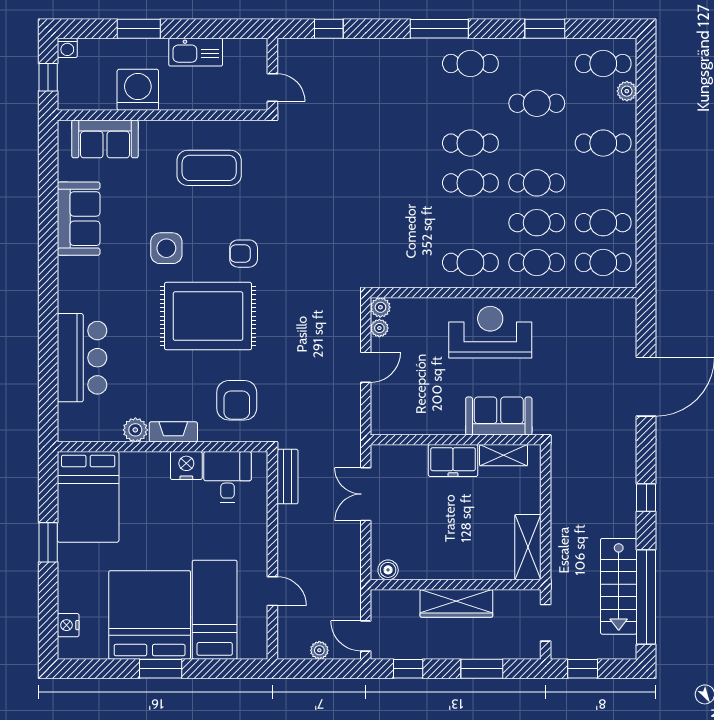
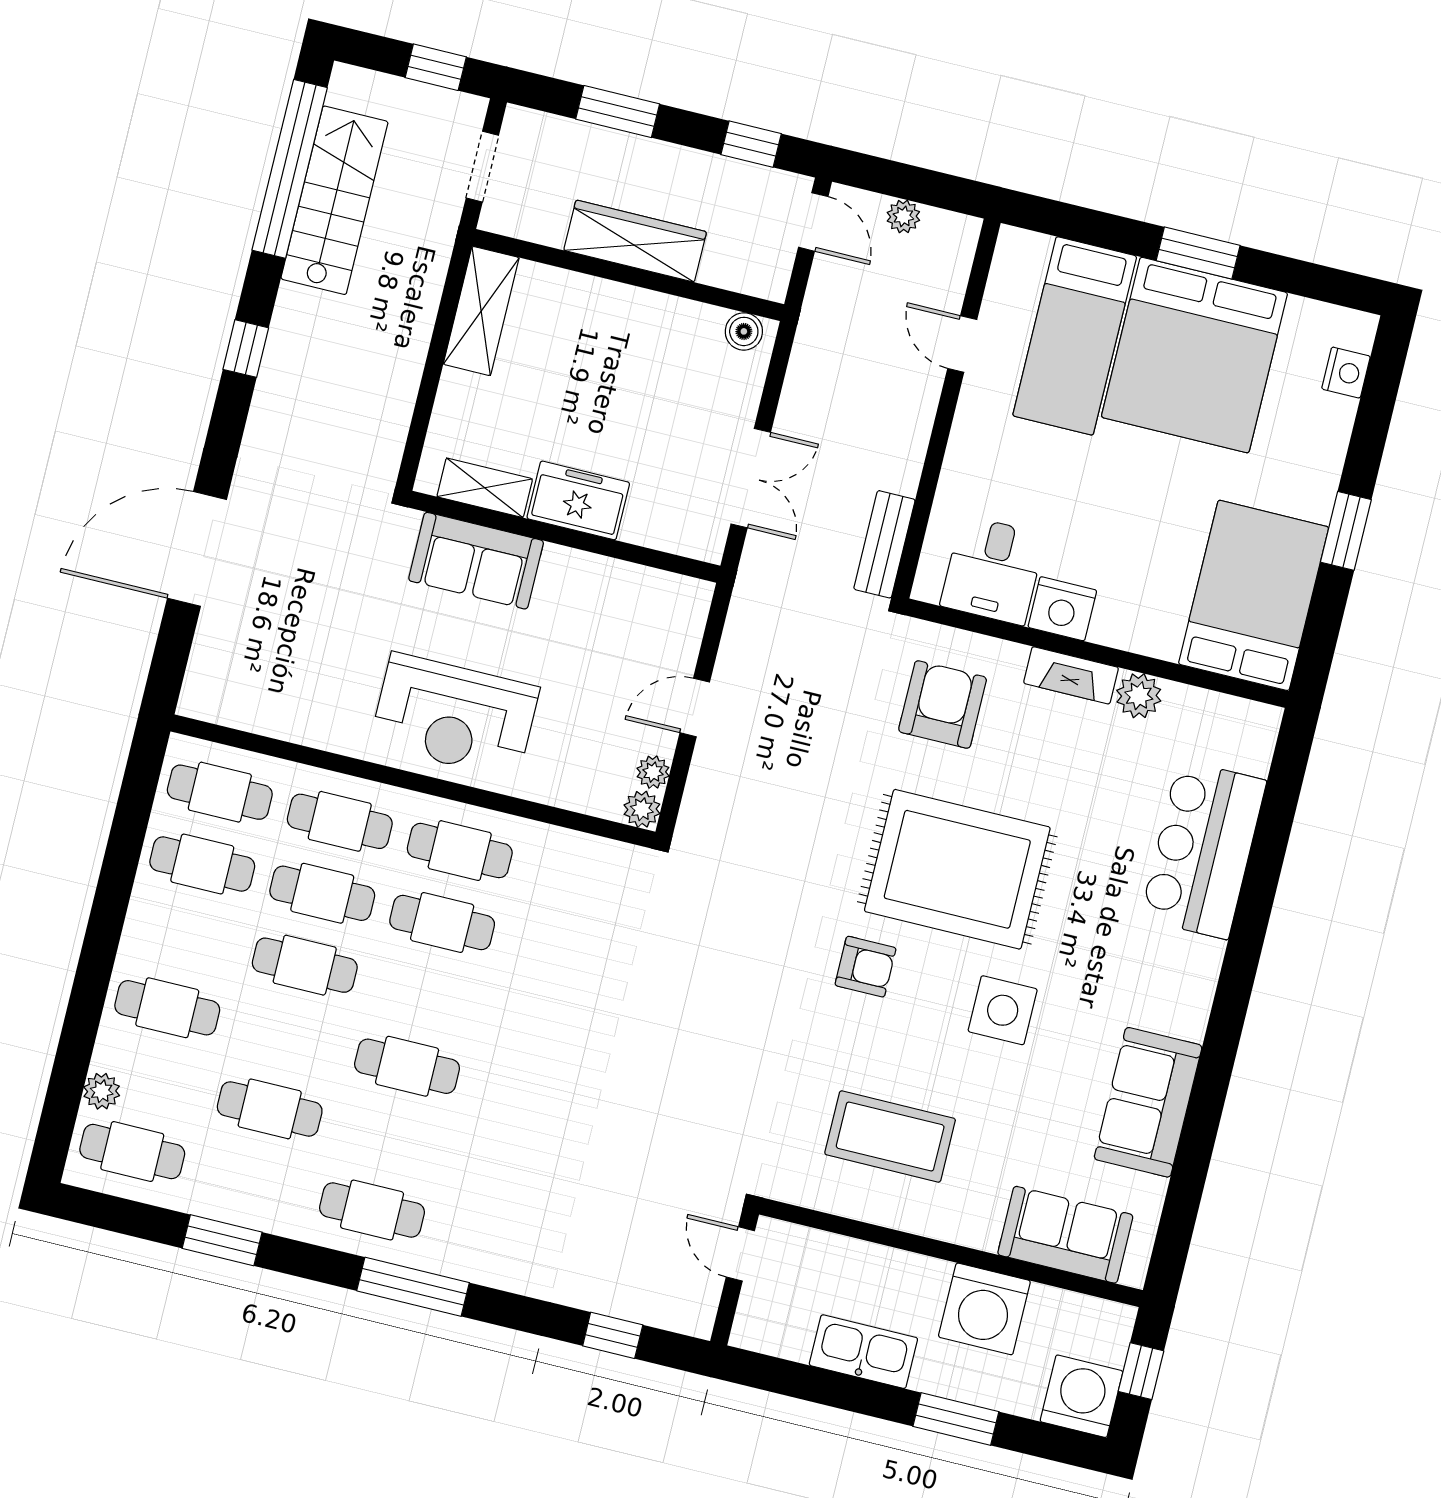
washing machine: (67, 48) -> (1081, 1396), width x1.89, depth x1.89
cafe table: (470, 183) -> (442, 922), moved

